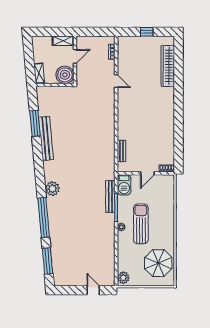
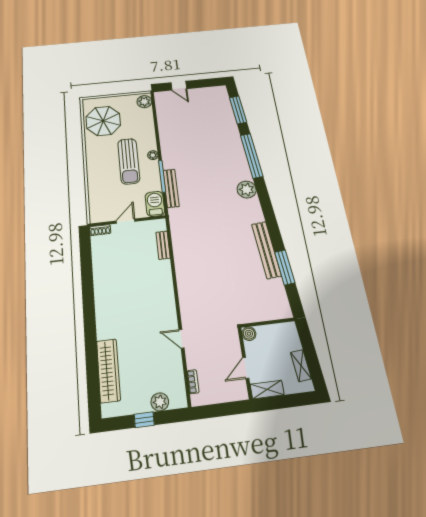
plant: (135, 42) -> (160, 402), added
shelving: (39, 73) -> (301, 366), moved
boiler: (65, 75) -> (249, 334), width x0.54, depth x0.54

